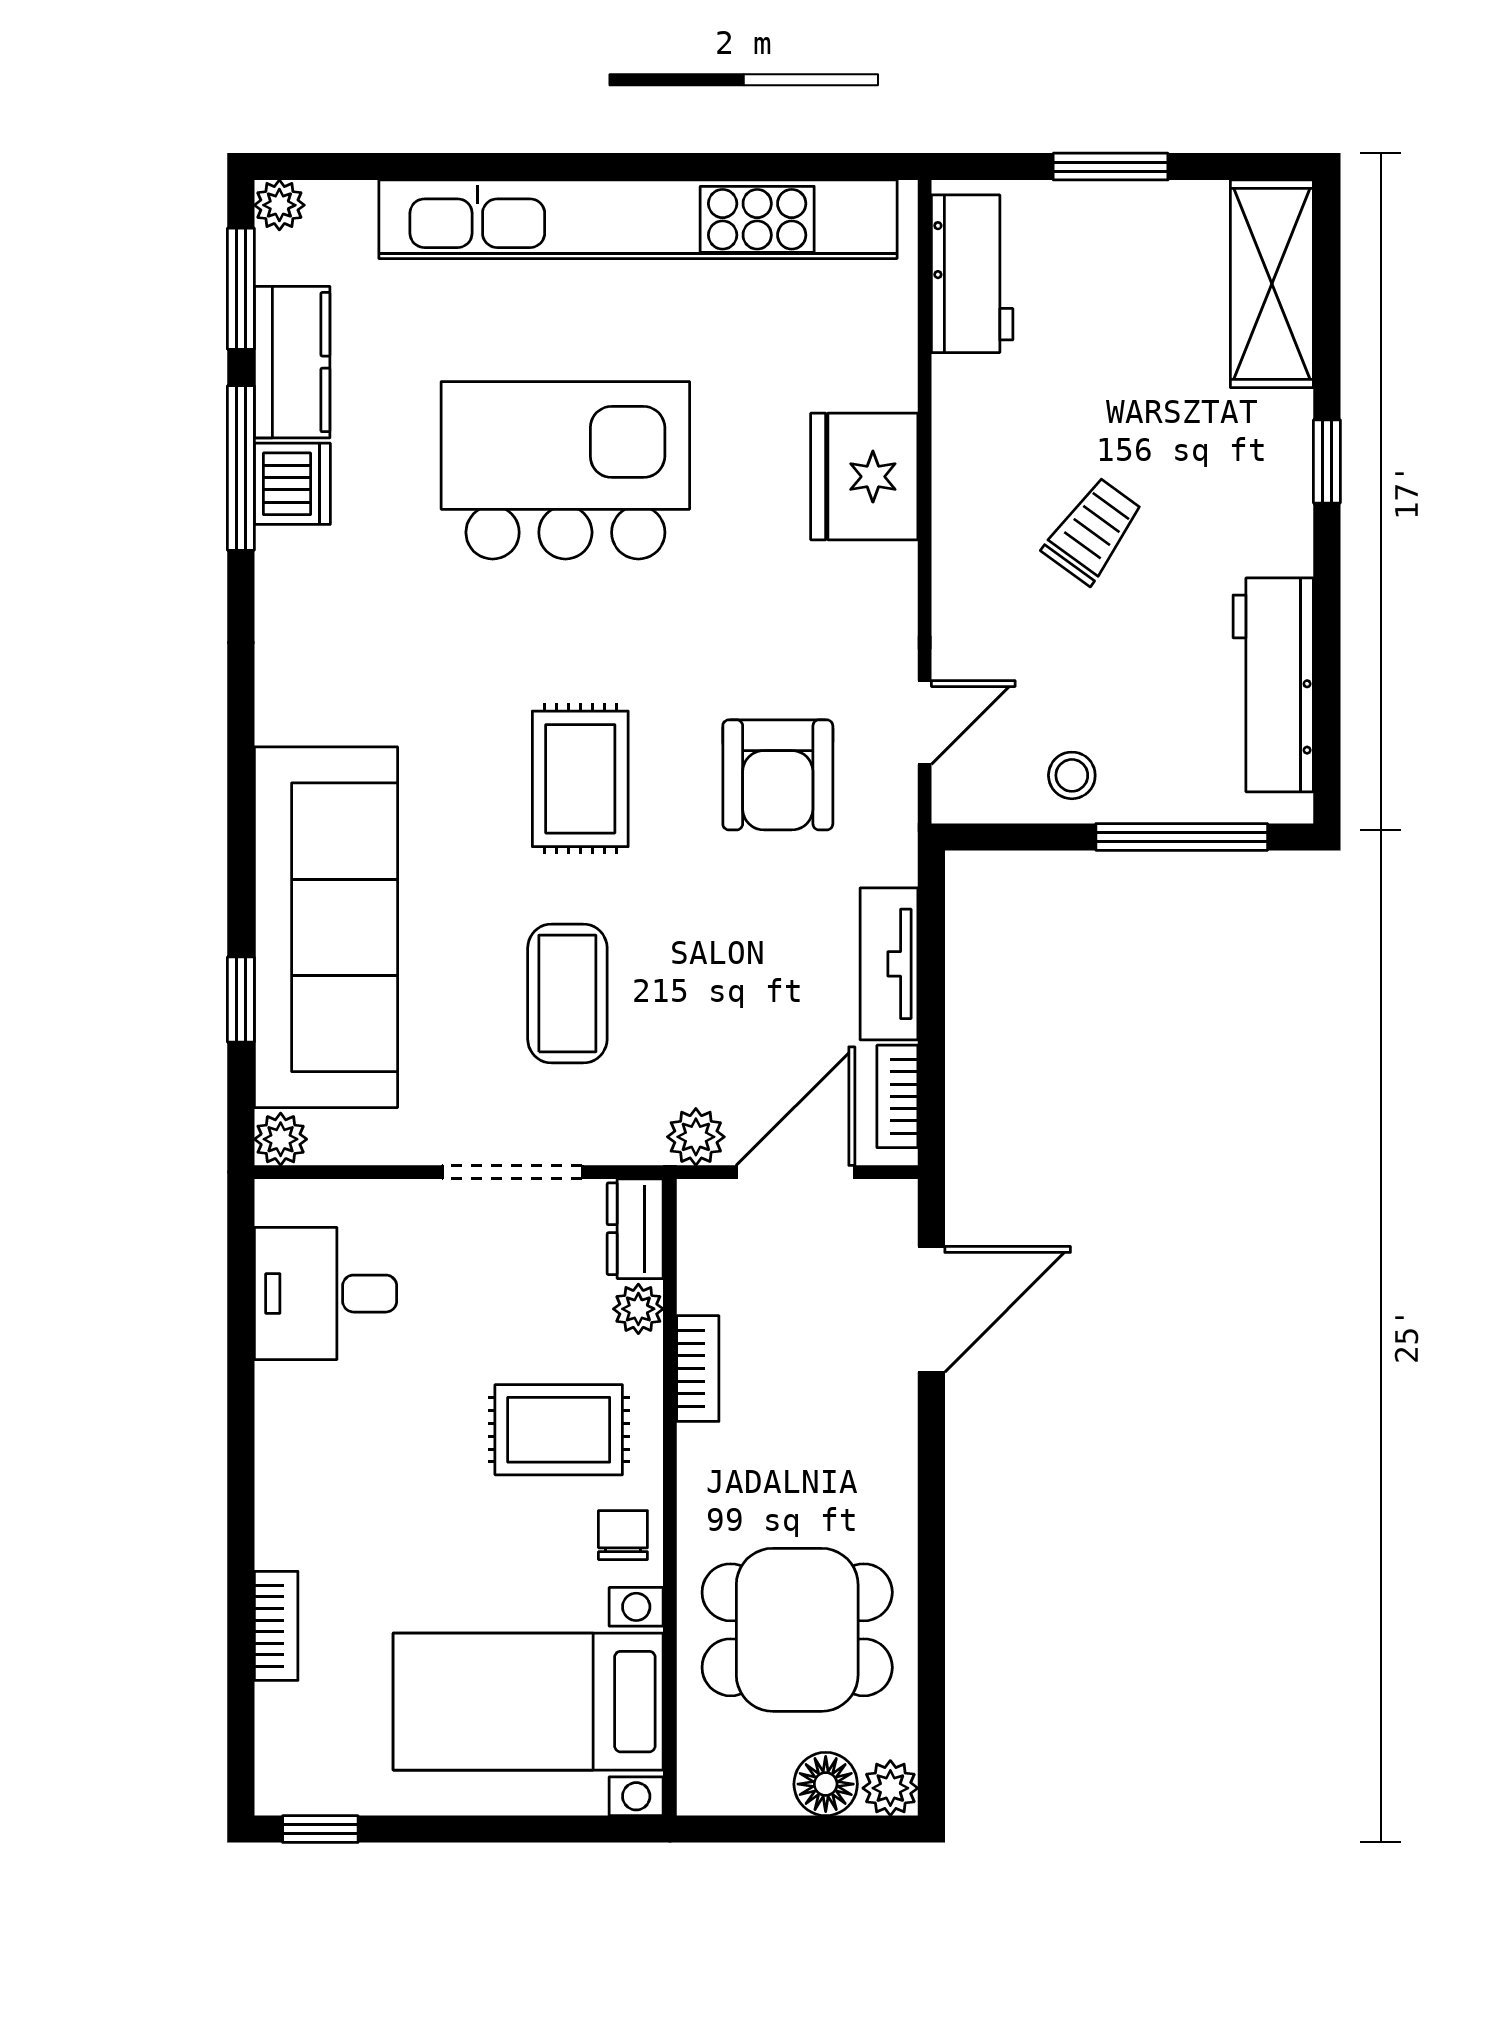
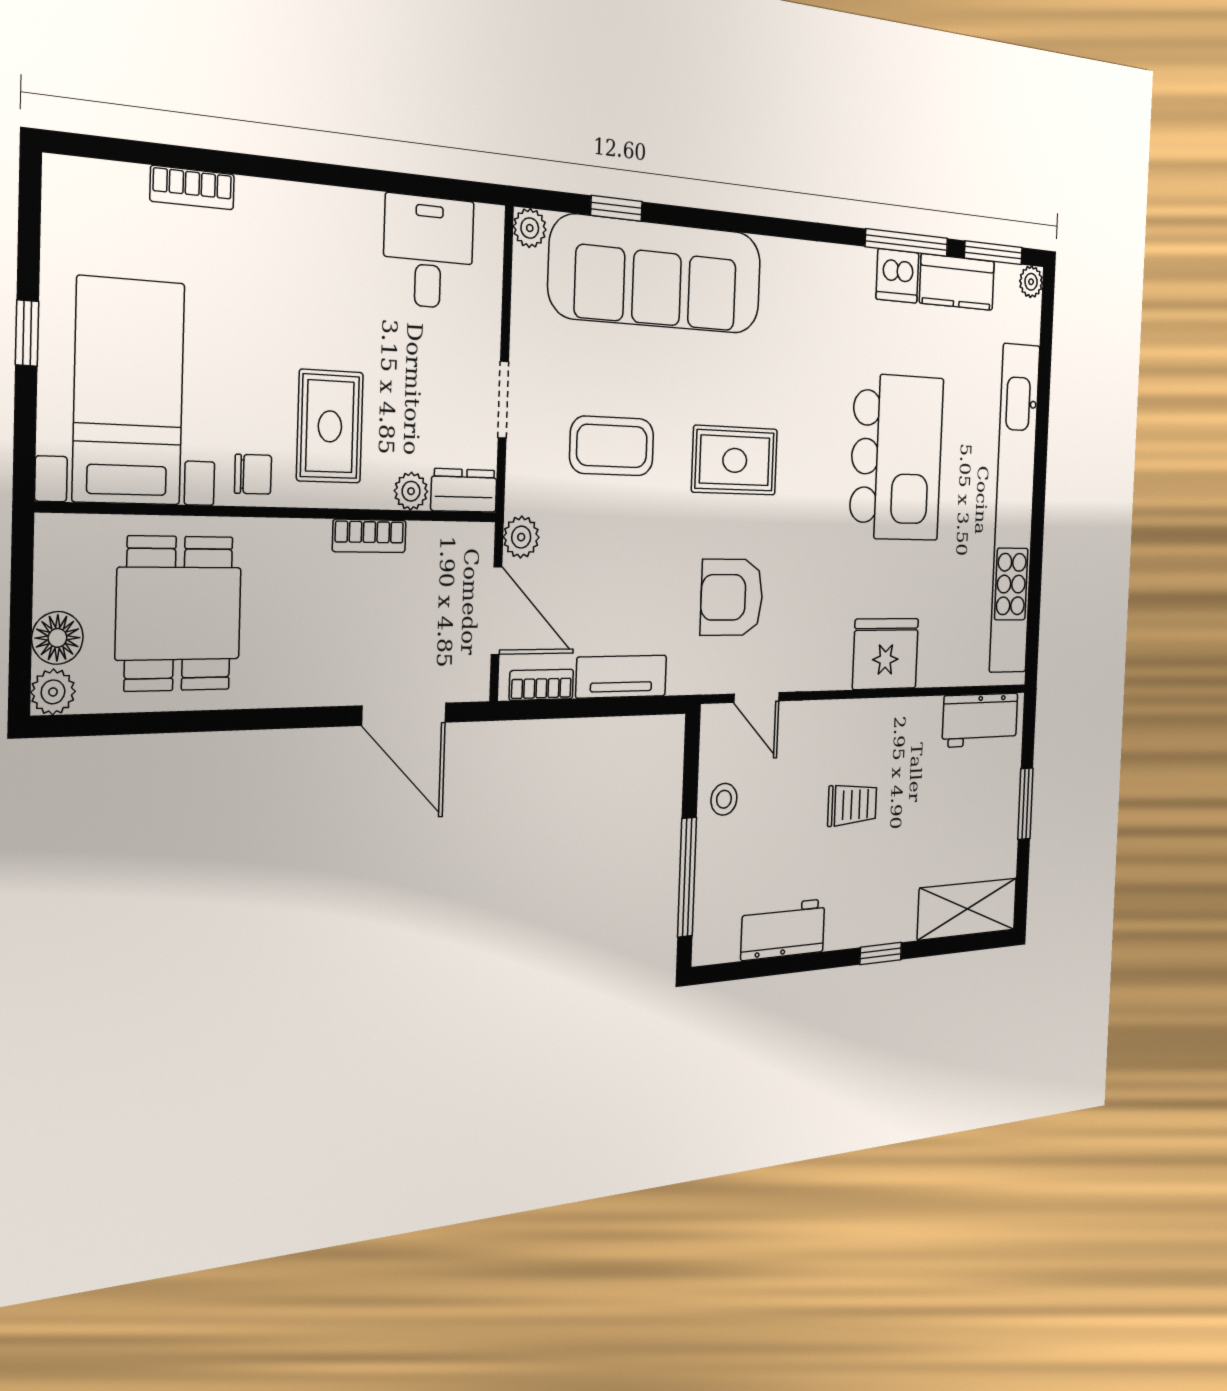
trolley: (1093, 531) -> (852, 805), turned -36
workbench: (1273, 685) -> (783, 930), width x0.73
doorway: (512, 1172) -> (503, 400), width x0.73
window: (320, 1829) -> (27, 333), moved

